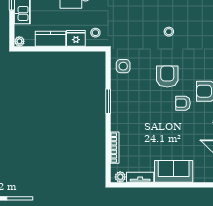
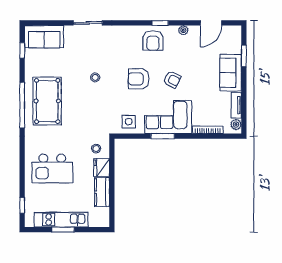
plant: (19, 41) -> (105, 222), removed
armchair: (183, 103) -> (172, 79), moved, turned -63
corner sofa: (128, 107) -> (168, 117), added
window: (191, 185) -> (244, 56), added

